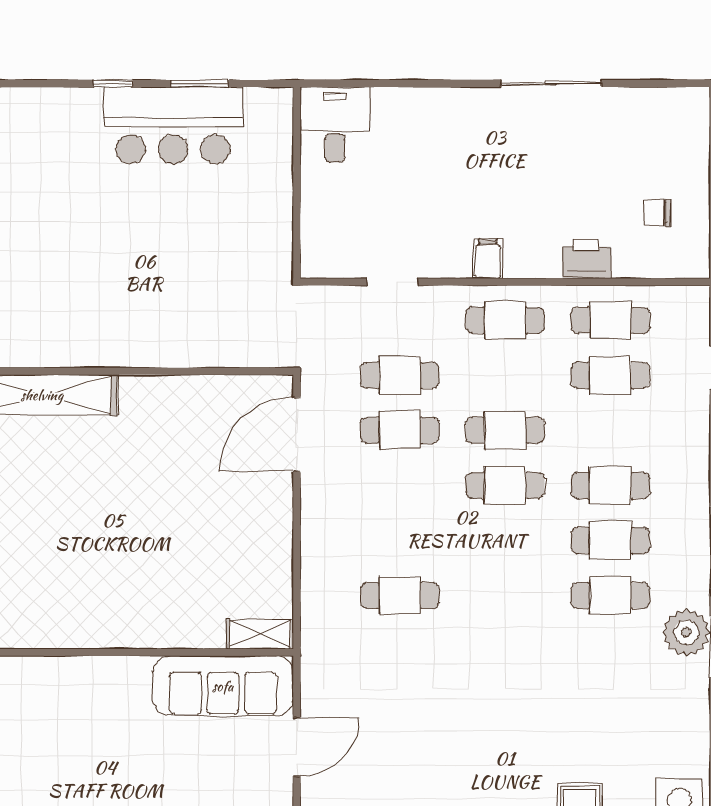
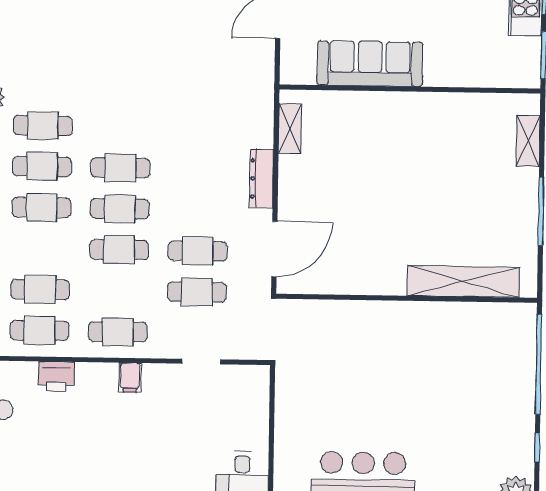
dresser: (315, 529) -> (261, 178), added
cafe table: (400, 595) -> (120, 168), moved
shelving: (260, 634) -> (290, 128), moved, turned 90
sofa: (223, 686) -> (370, 64), moved

